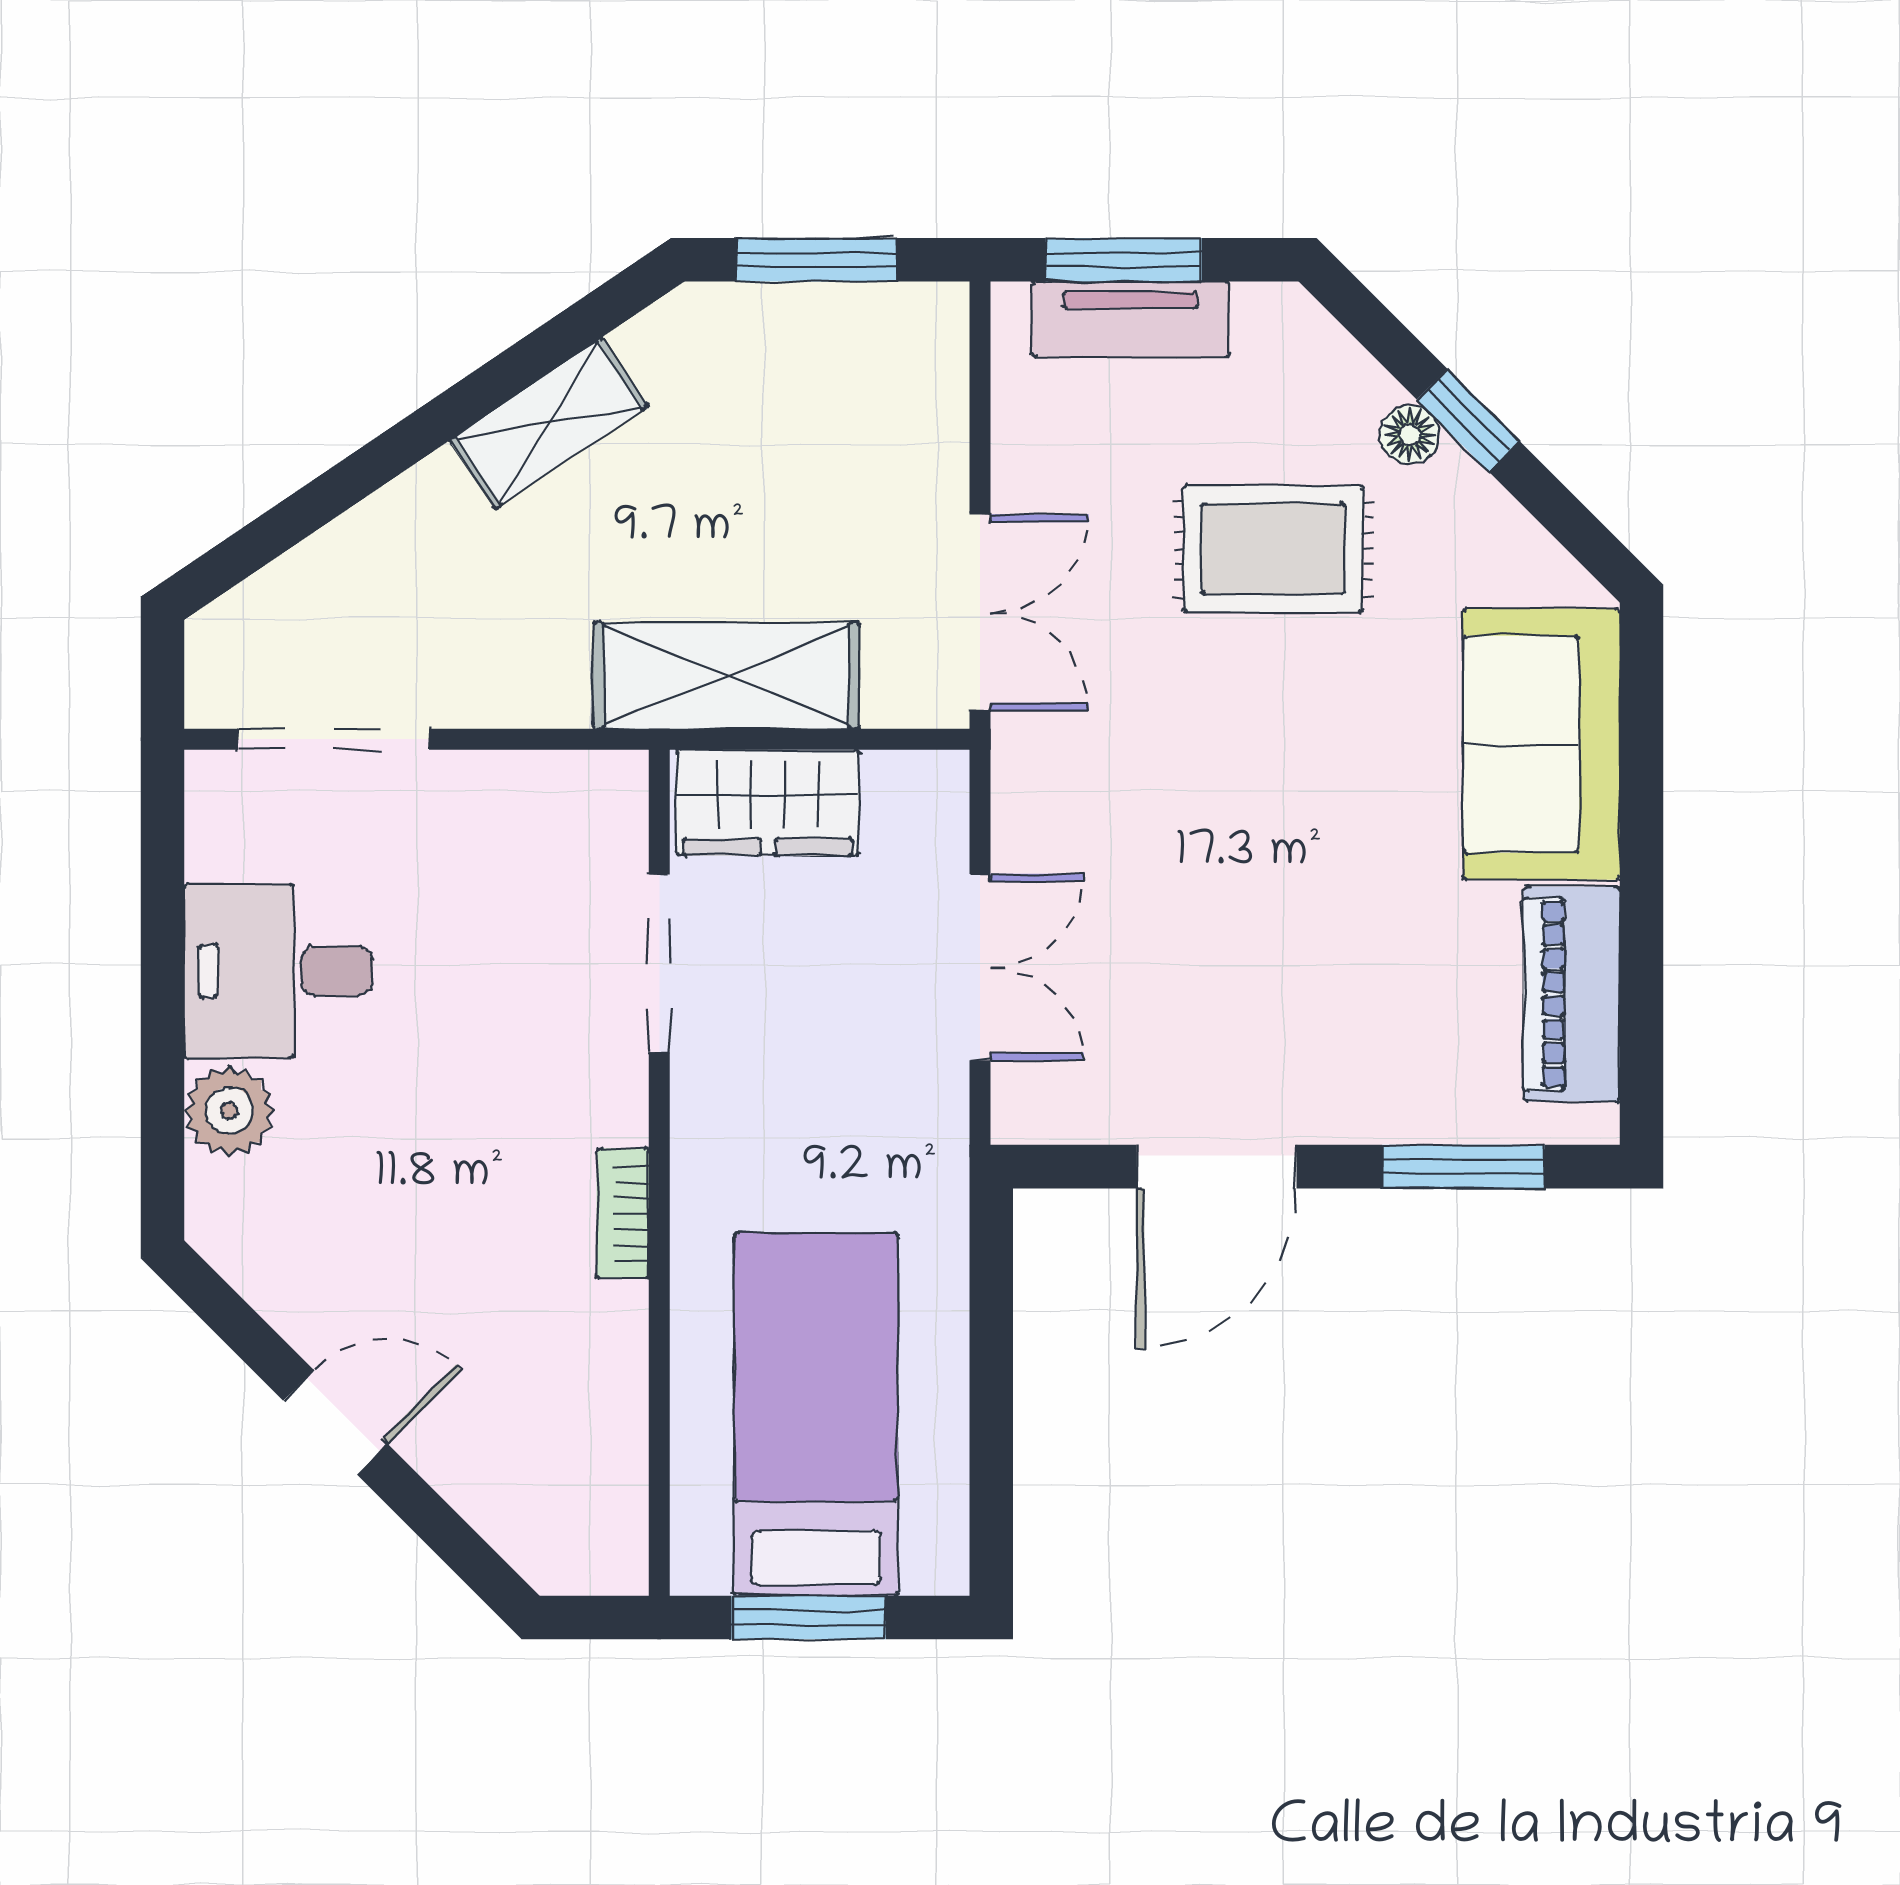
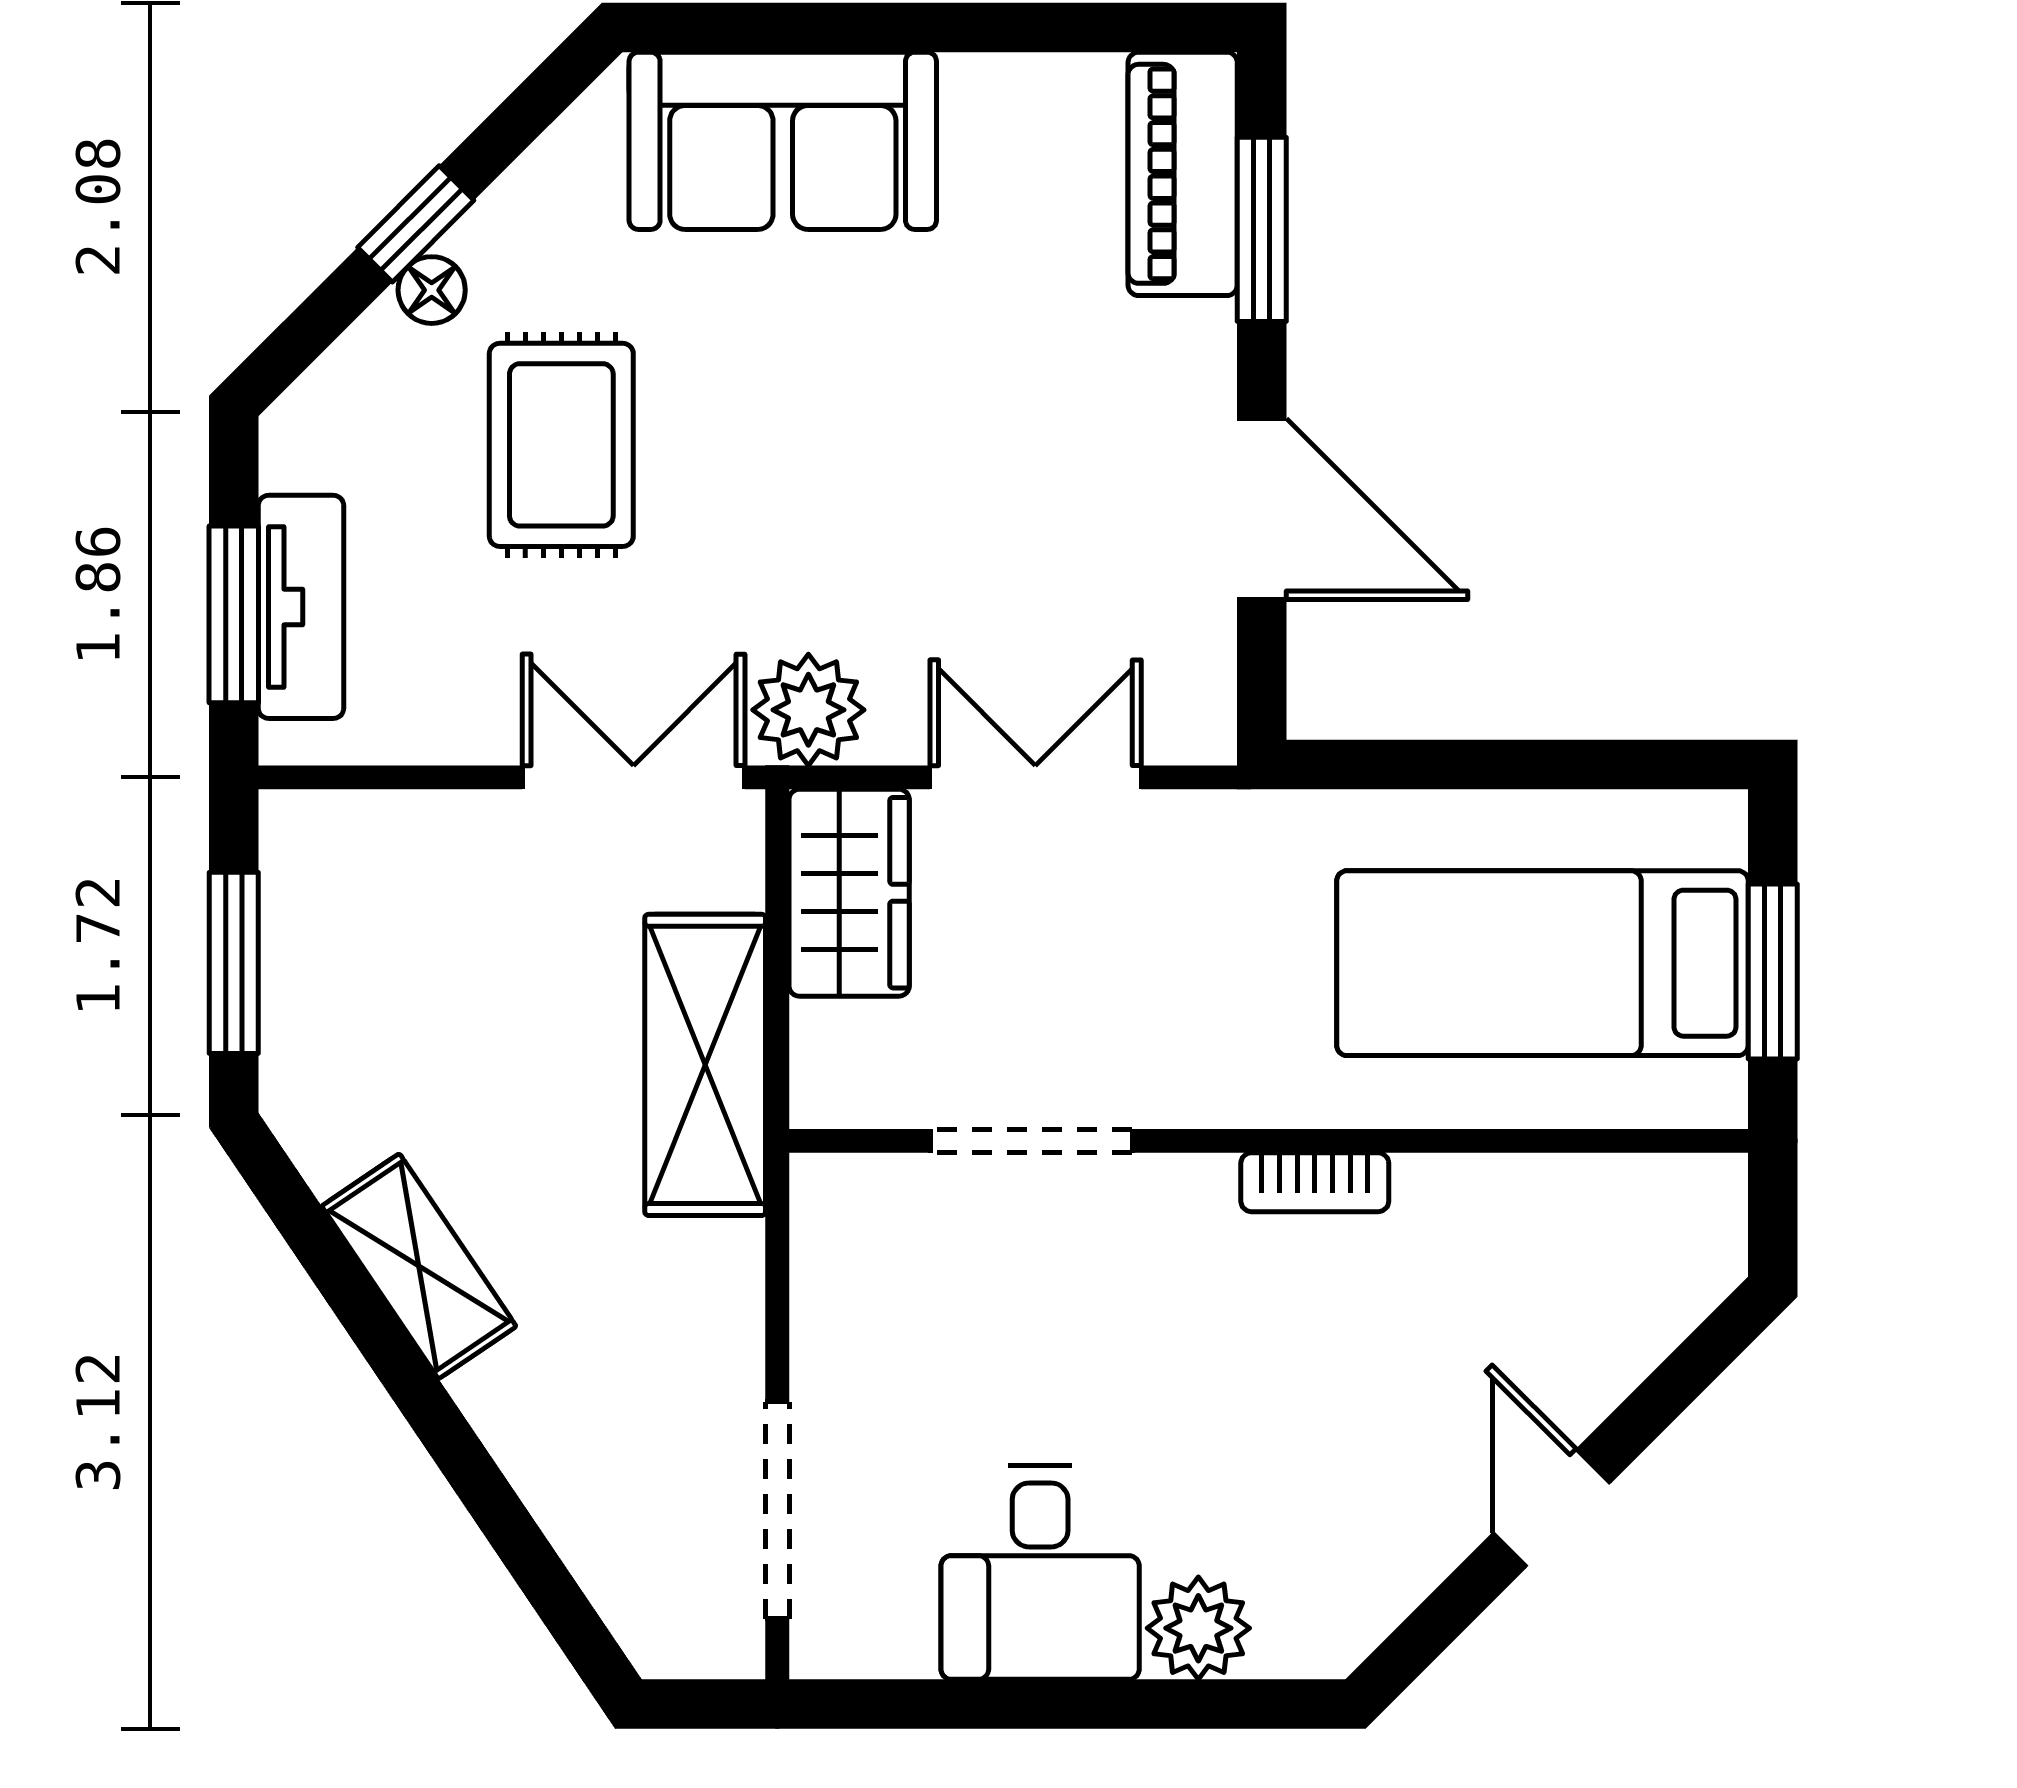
plant: (1040, 767) -> (808, 710), added
wardrobe: (768, 803) -> (849, 893), moved
piano: (1572, 994) -> (1183, 174), moved, turned 90

